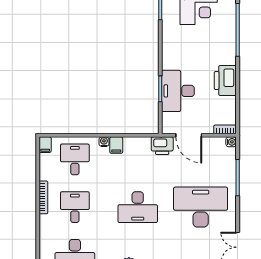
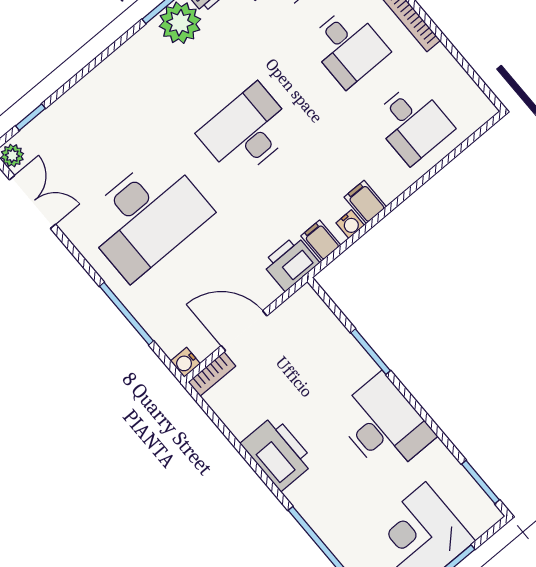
desk: (178, 91) -> (384, 425), moved
door: (189, 135) -> (244, 331), moved
water cooler: (104, 142) -> (350, 224), moved
filing cabinet: (45, 145) -> (321, 241), moved

